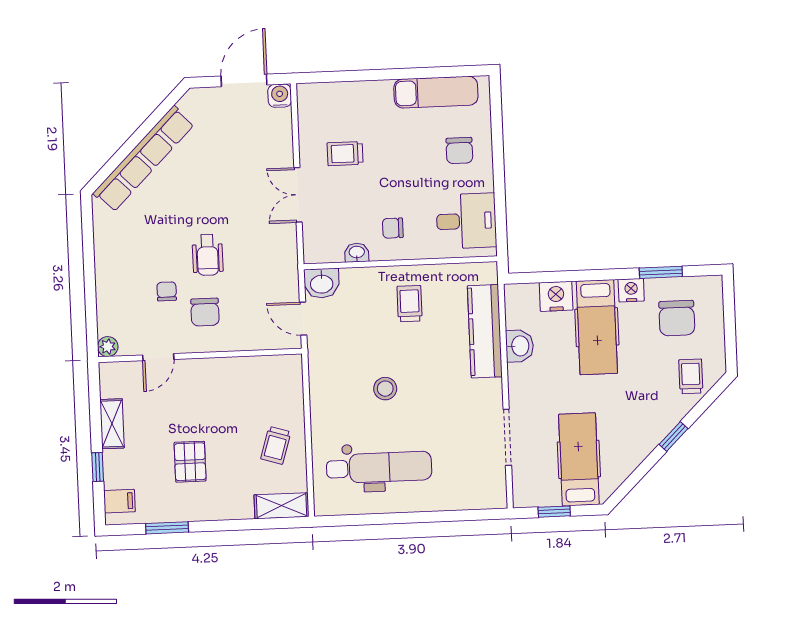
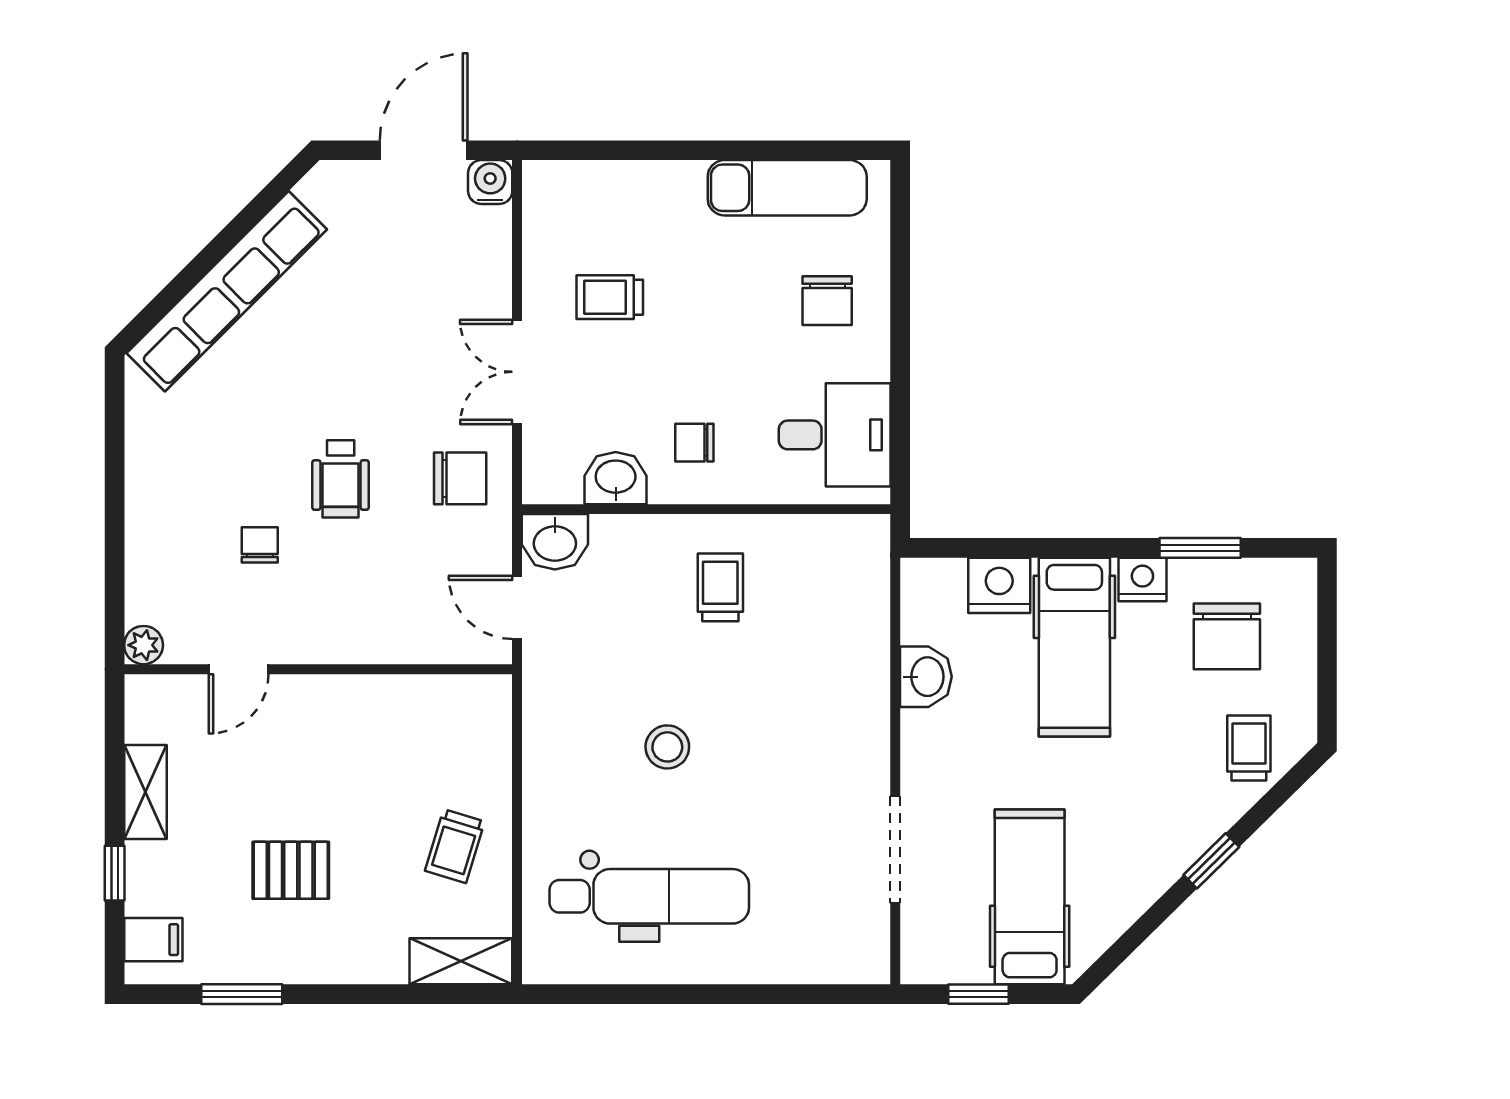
washbasin: (357, 253) -> (616, 478), width x1.38, depth x1.45
chair: (205, 312) -> (460, 478), moved, turned -90
kitchen counter: (485, 331) -> (861, 646), removed
pallet: (190, 462) -> (291, 870), turned 90

